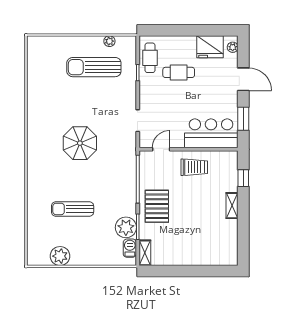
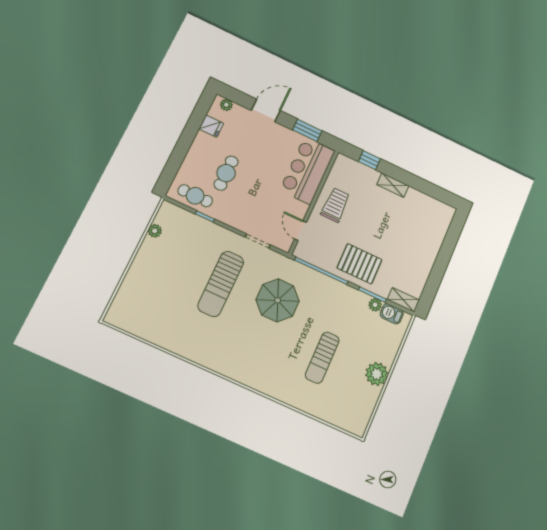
fridge: (210, 47) -> (211, 126), width x0.53, depth x0.75
sun lounger: (94, 67) -> (221, 284), moved
parasol: (80, 143) -> (278, 300), moved
plant: (126, 227) -> (375, 305), width x0.53, depth x0.53
plant: (60, 256) -> (377, 374), moved

